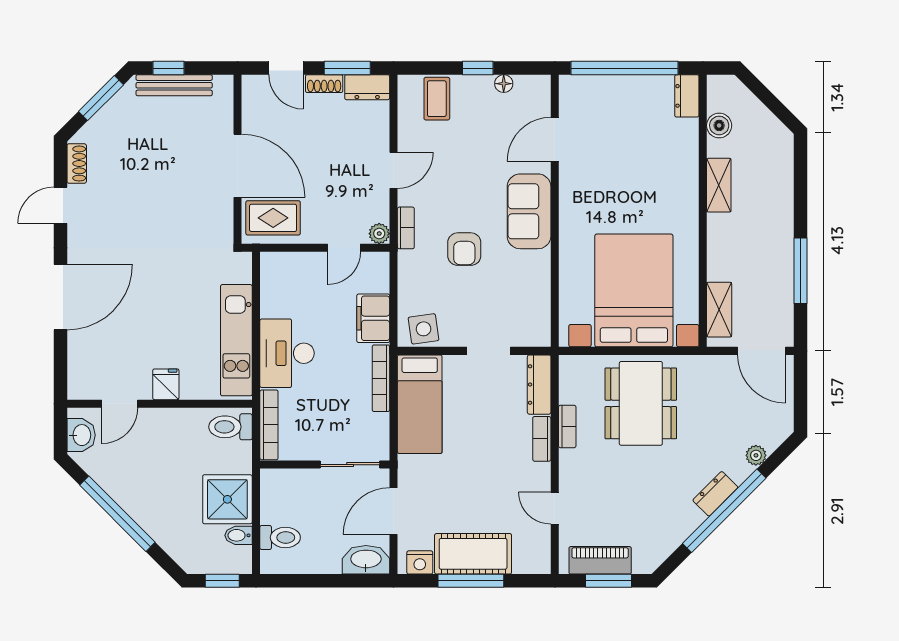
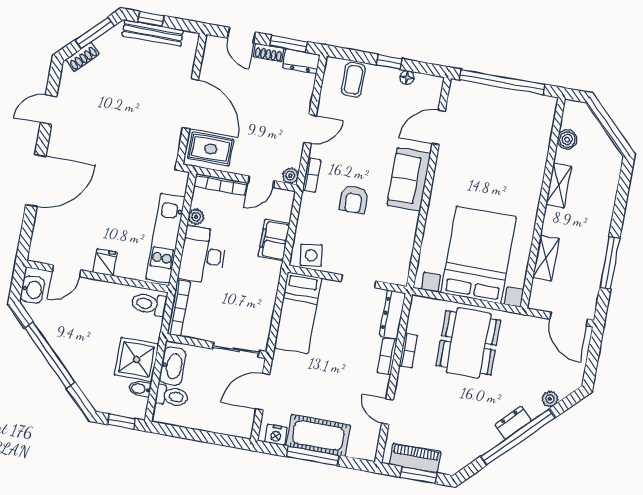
dresser: (687, 96) -> (546, 112), removed
shoe rack: (77, 164) -> (82, 57), moved, turned 45
plant: (270, 307) -> (196, 217), added
shelving: (719, 310) -> (546, 258), moved
bookcase: (381, 378) -> (220, 184), moved, turned -90
washbasin: (366, 560) -> (173, 366), moved, turned 90

